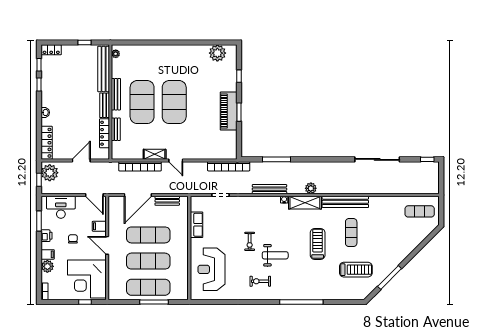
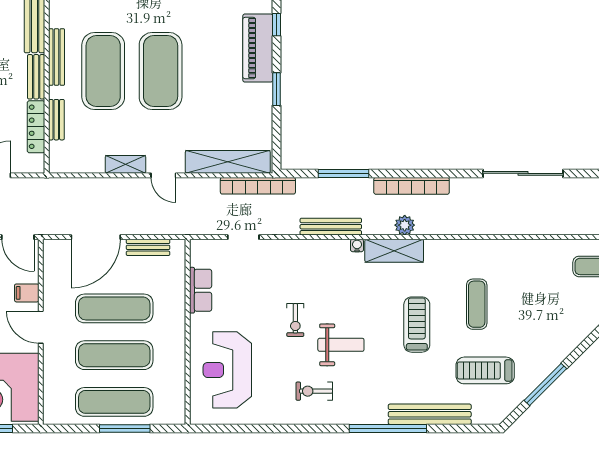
piano: (229, 111) -> (258, 48), moved
shelving: (212, 153) -> (228, 162), added
bookcase: (140, 166) -> (412, 186), moved
bench: (345, 202) -> (430, 414), moved
treadmill: (356, 270) -> (485, 370), turned 180

